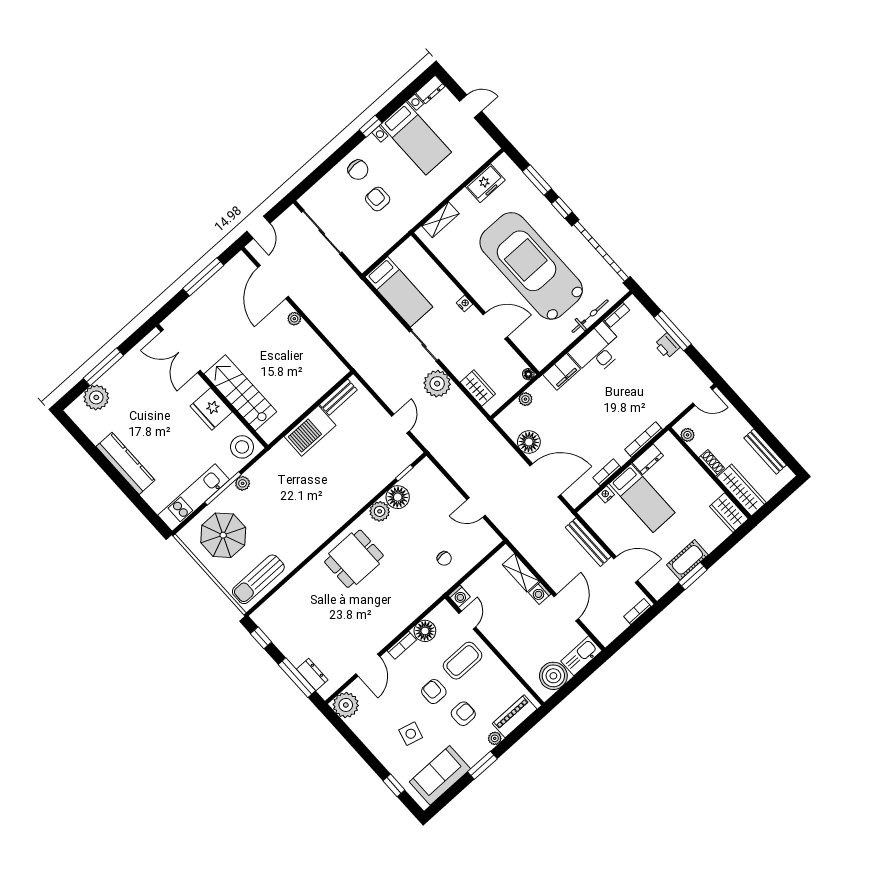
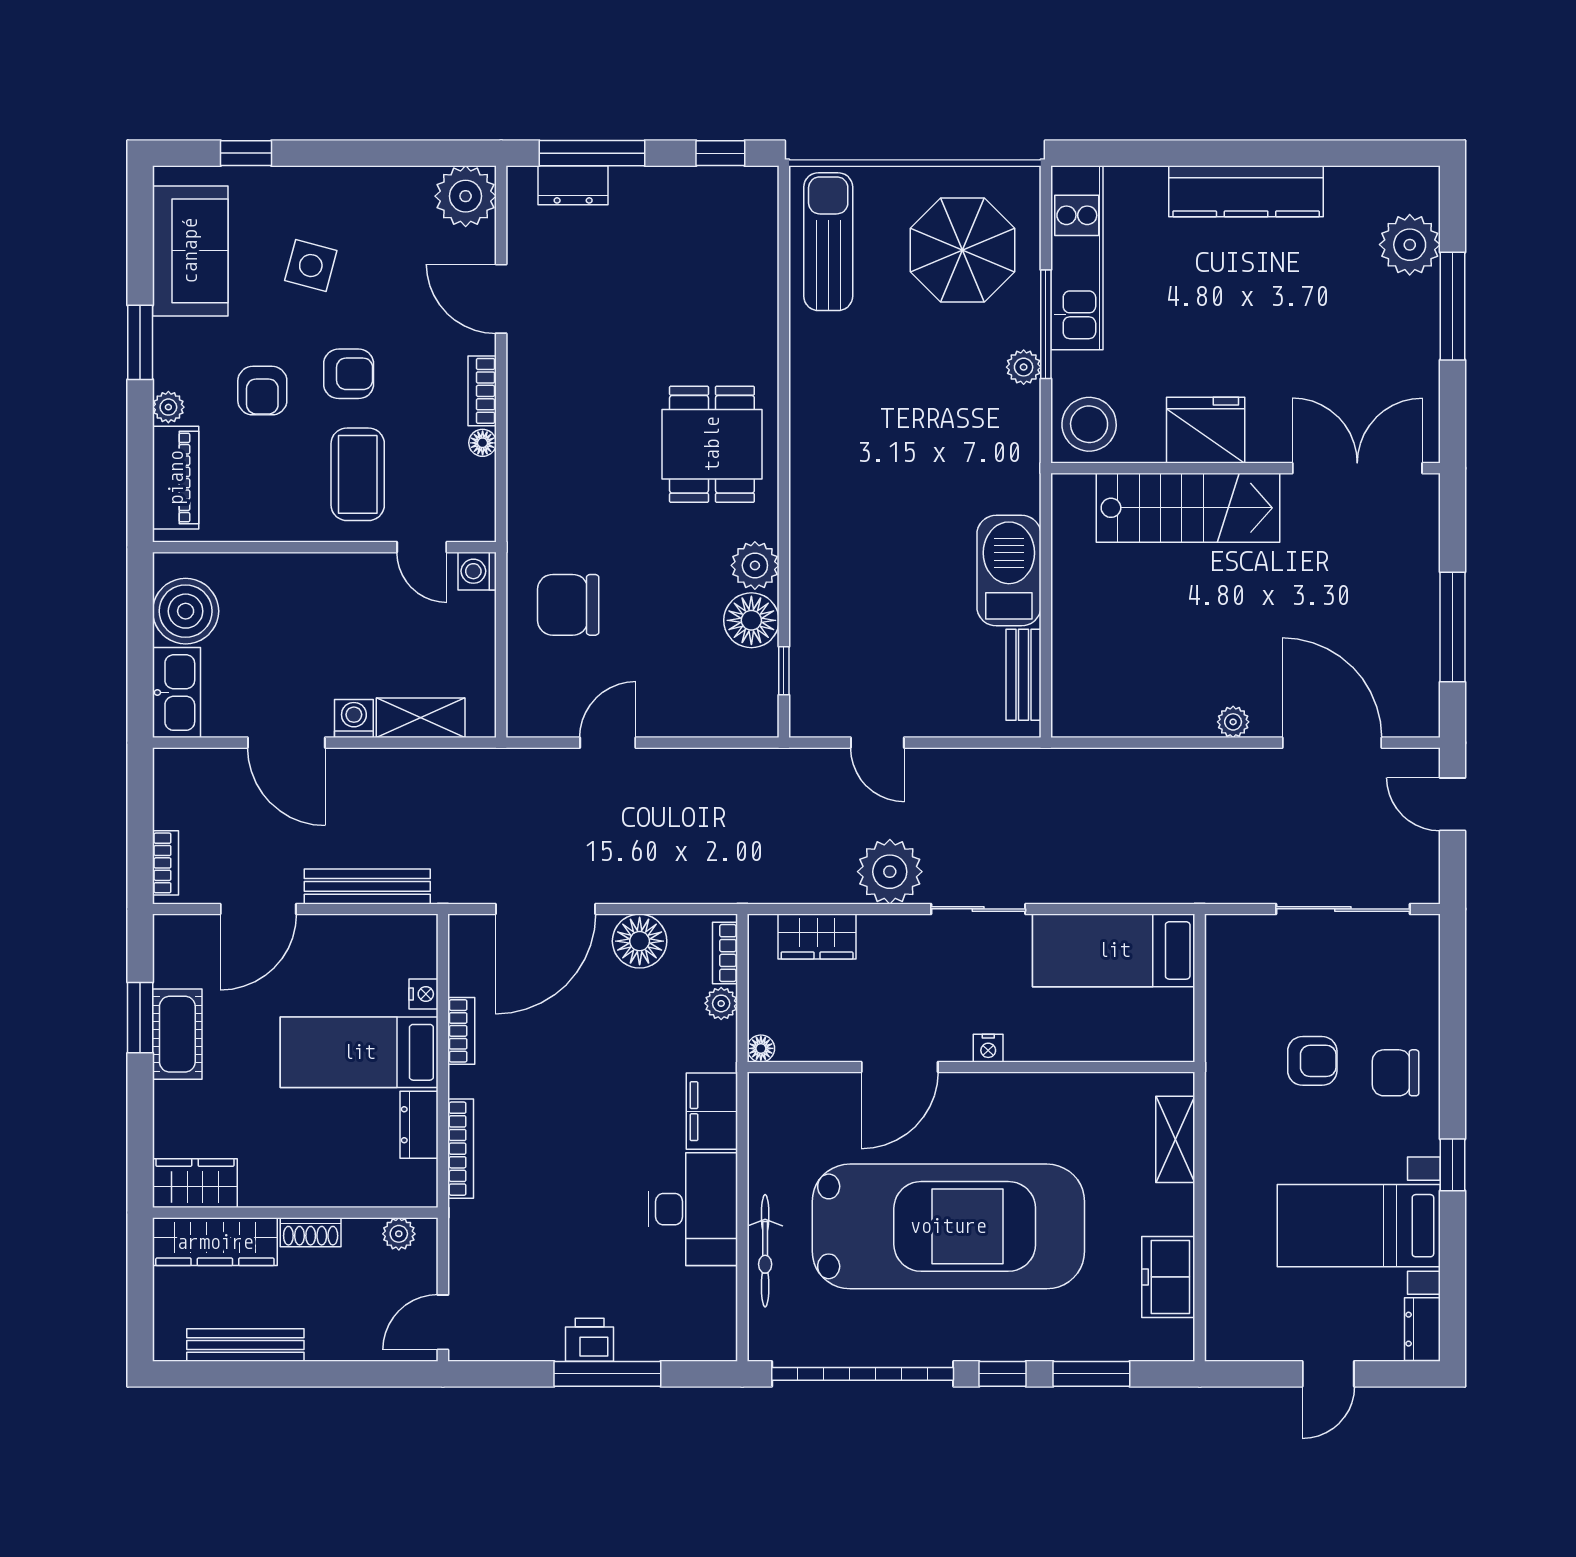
bookcase: (617, 315) -> (725, 953), moved
chair: (444, 558) -> (568, 605), width x1.87, depth x1.87
floor lamp: (425, 631) -> (483, 443), width x0.53, depth x0.53

